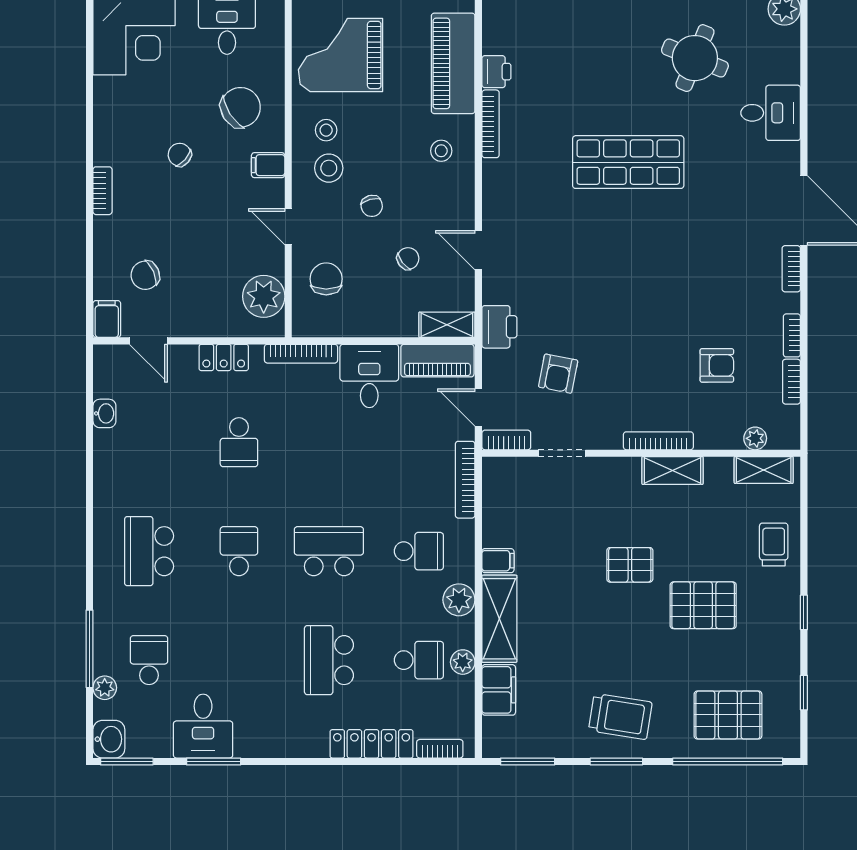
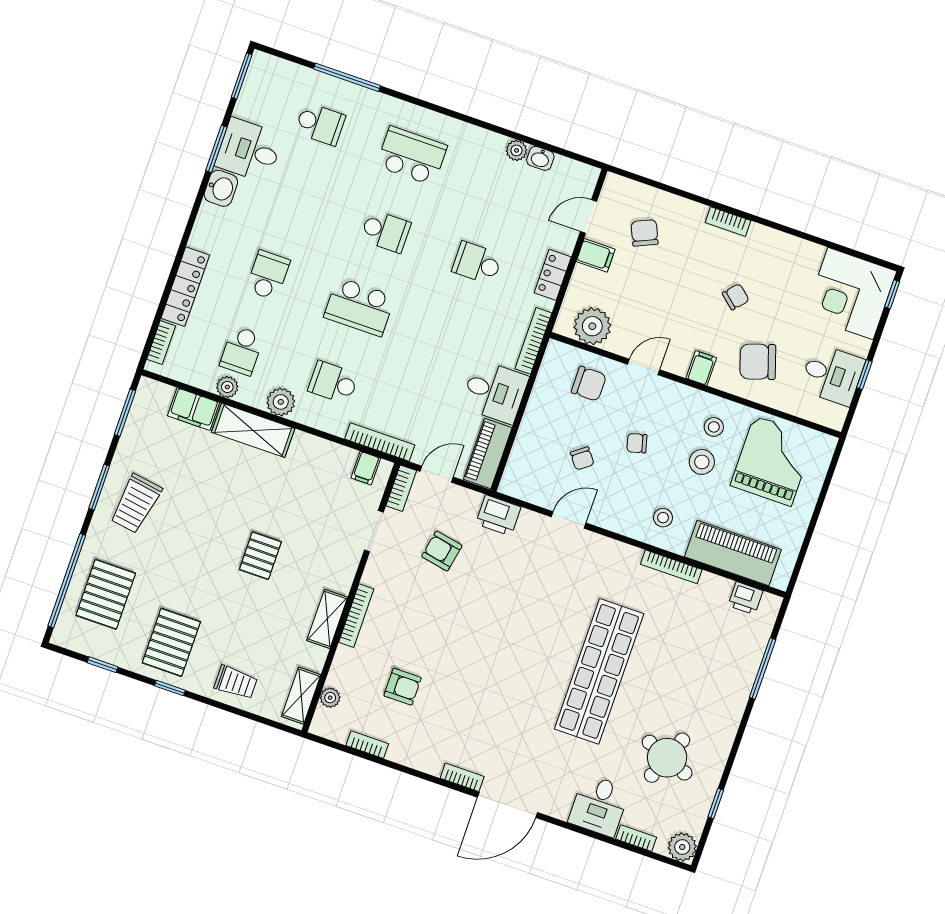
printer: (496, 72) -> (745, 598), moved
chair: (240, 107) -> (758, 362), turned 105
shop shelf: (628, 162) -> (599, 671), width x1.40
stool: (329, 168) -> (702, 462), moved
filing cabinet: (107, 319) -> (596, 255), moved
shelving: (447, 325) -> (515, 472), removed
bookcase: (792, 335) -> (636, 838), moved
armchair: (717, 365) -> (403, 687), turned -90
school desk: (329, 551) -> (359, 307), turned 90
school desk: (419, 551) -> (333, 382), turned 90
filing cabinet: (498, 561) -> (366, 468), moved
pallet: (703, 605) -> (171, 642), moved
school desk: (329, 660) -> (268, 275), width x0.54
plant: (105, 688) -> (516, 150), moved
washbasin: (109, 739) -> (221, 188), moved, turned -90

